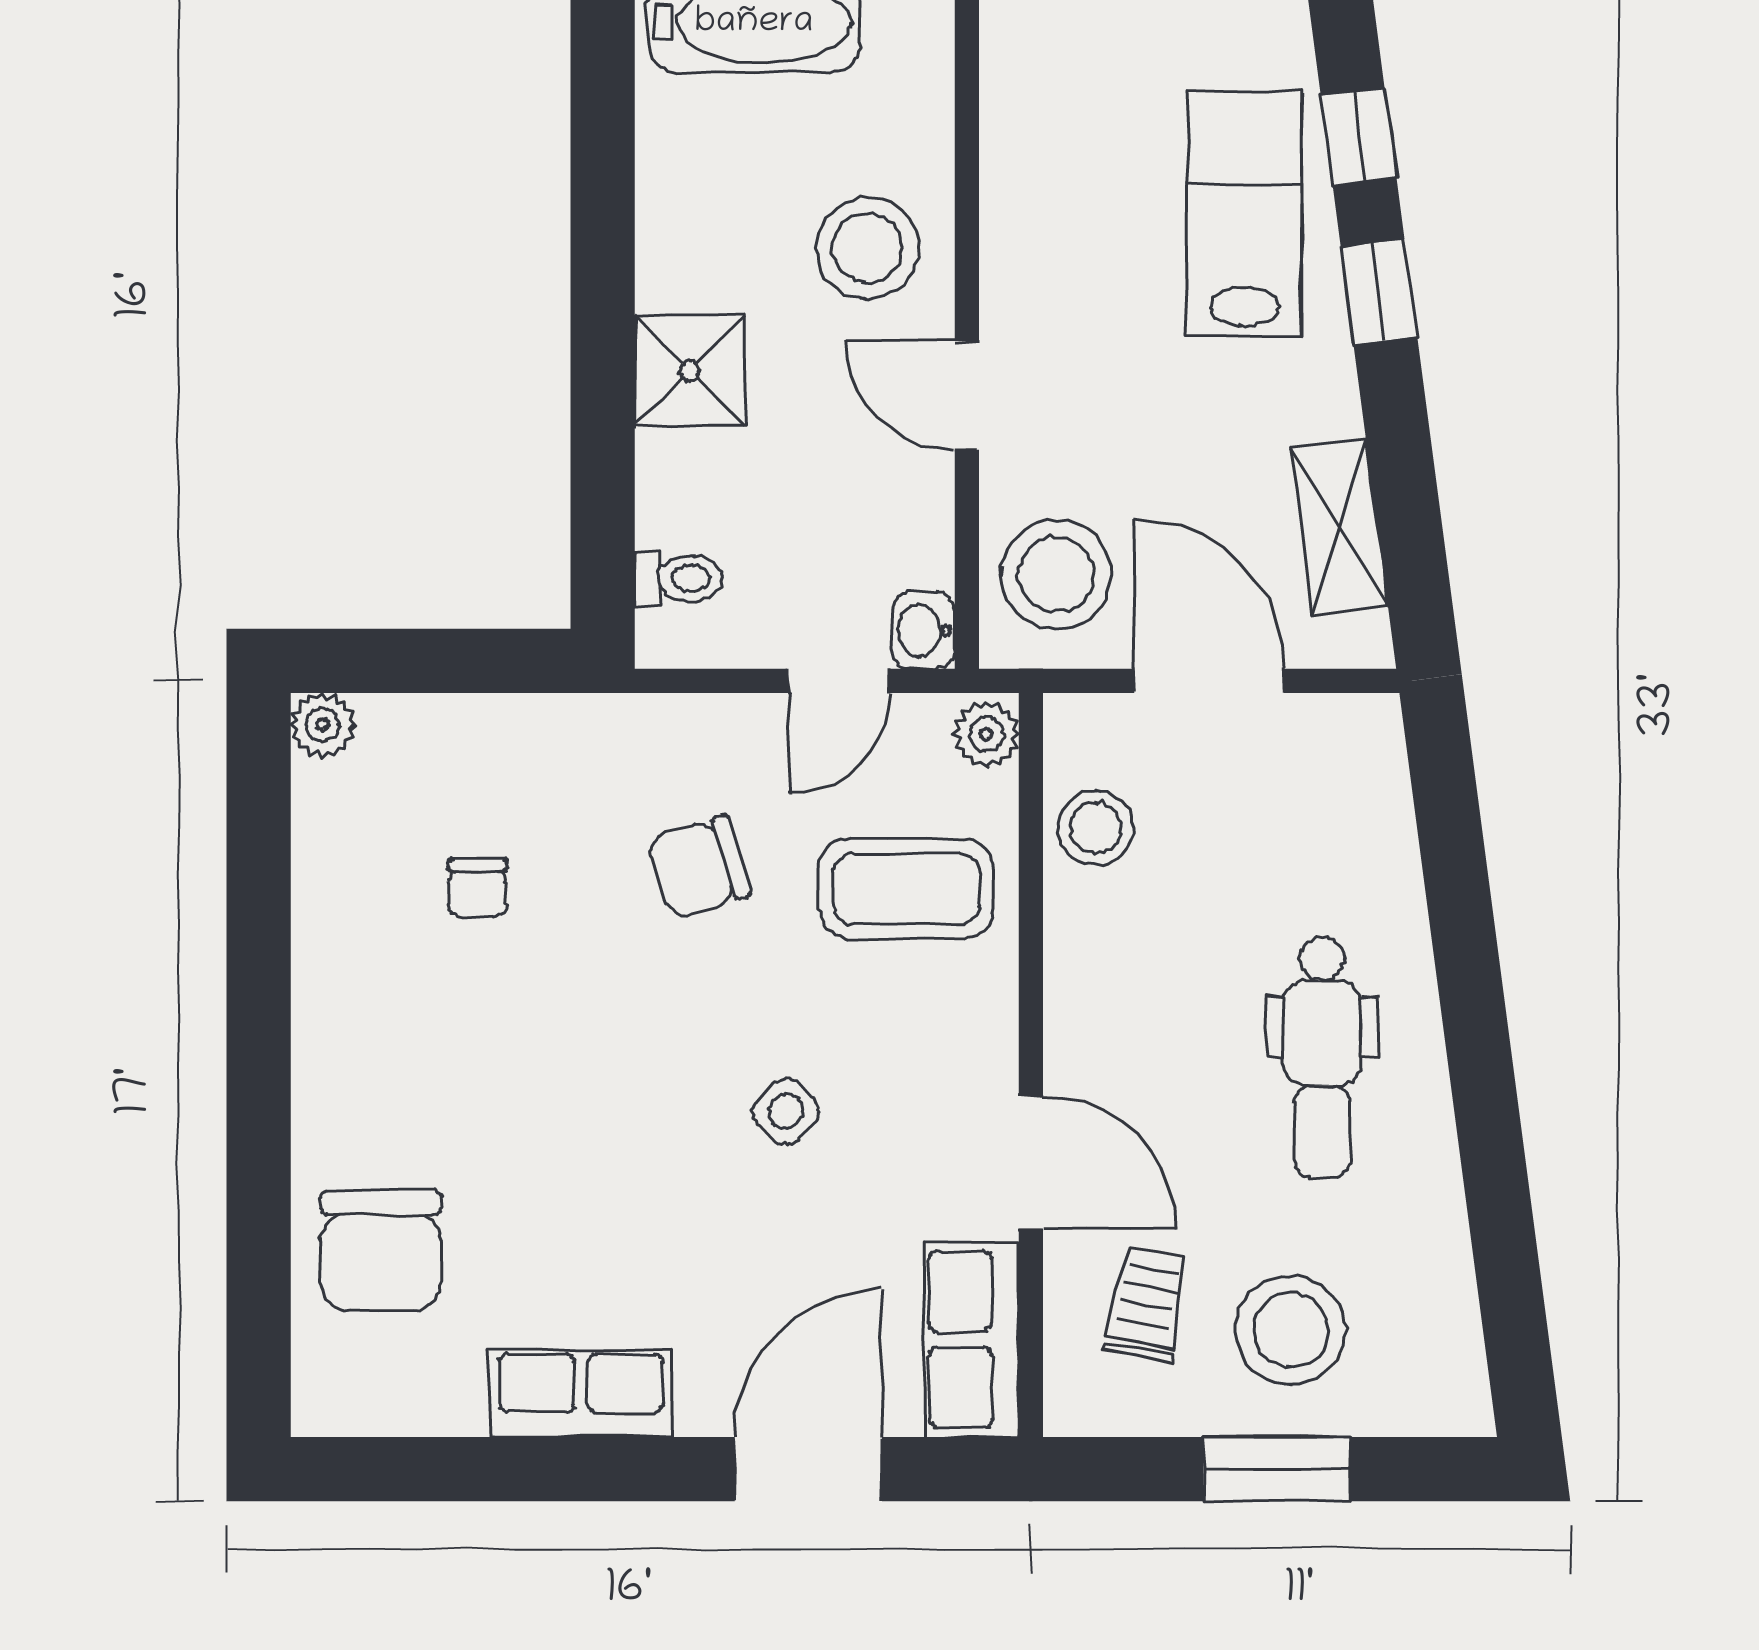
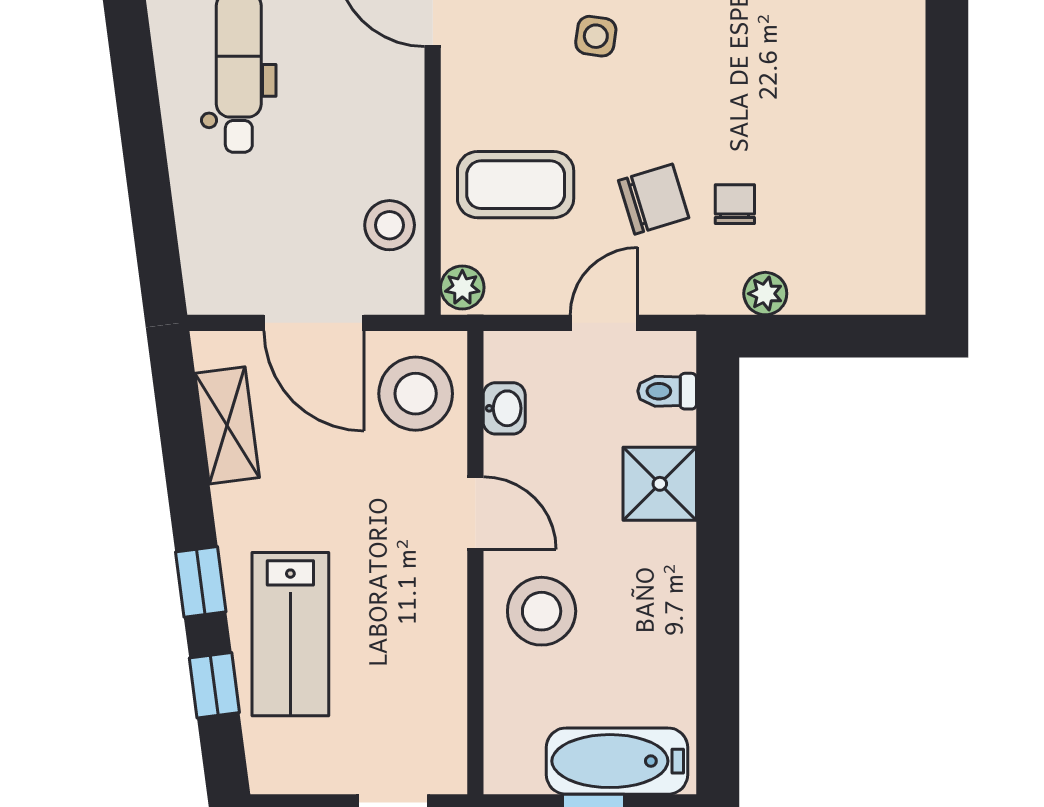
shower: (690, 371) -> (660, 484), moved
washbasin: (923, 630) -> (504, 408), moved
door: (839, 681) -> (604, 323), moved
plant: (323, 725) -> (765, 294), moved
chair: (478, 888) -> (735, 204), moved
side table: (786, 1111) -> (596, 36), turned -33

